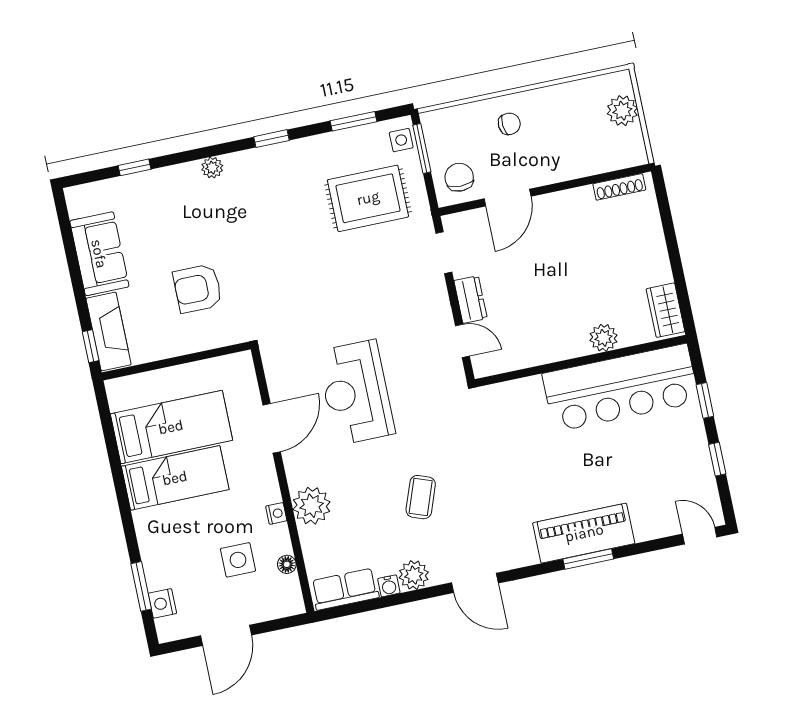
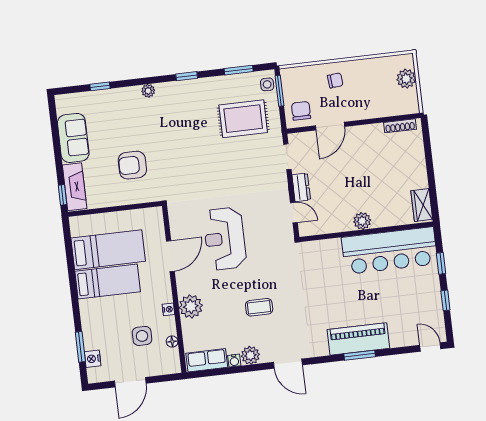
plant: (604, 338) -> (362, 221), moved
coffee table: (421, 497) -> (259, 307), turned 70

